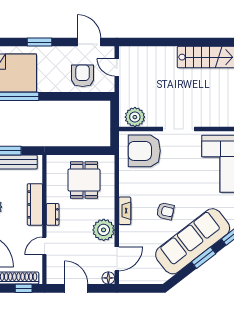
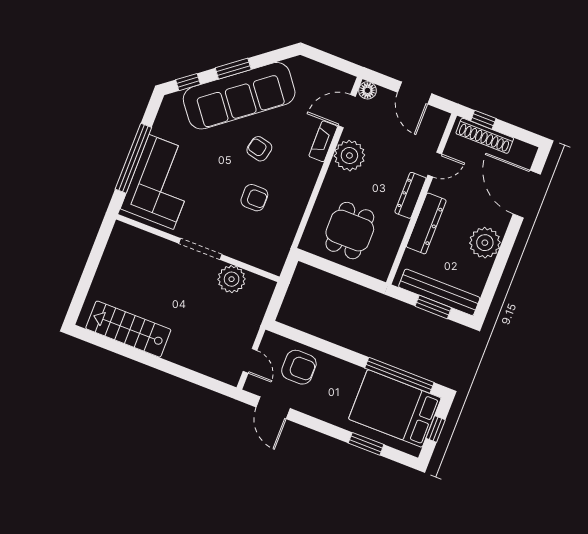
window: (40, 42) -> (366, 444), moved
armchair: (83, 76) -> (299, 367), turned -90
plant: (135, 117) -> (232, 279), moved
armchair: (144, 151) -> (254, 198), moved, width x0.53, depth x0.53
fireplace: (125, 211) -> (323, 141), moved
dresser: (53, 214) -> (410, 195), width x1.44

